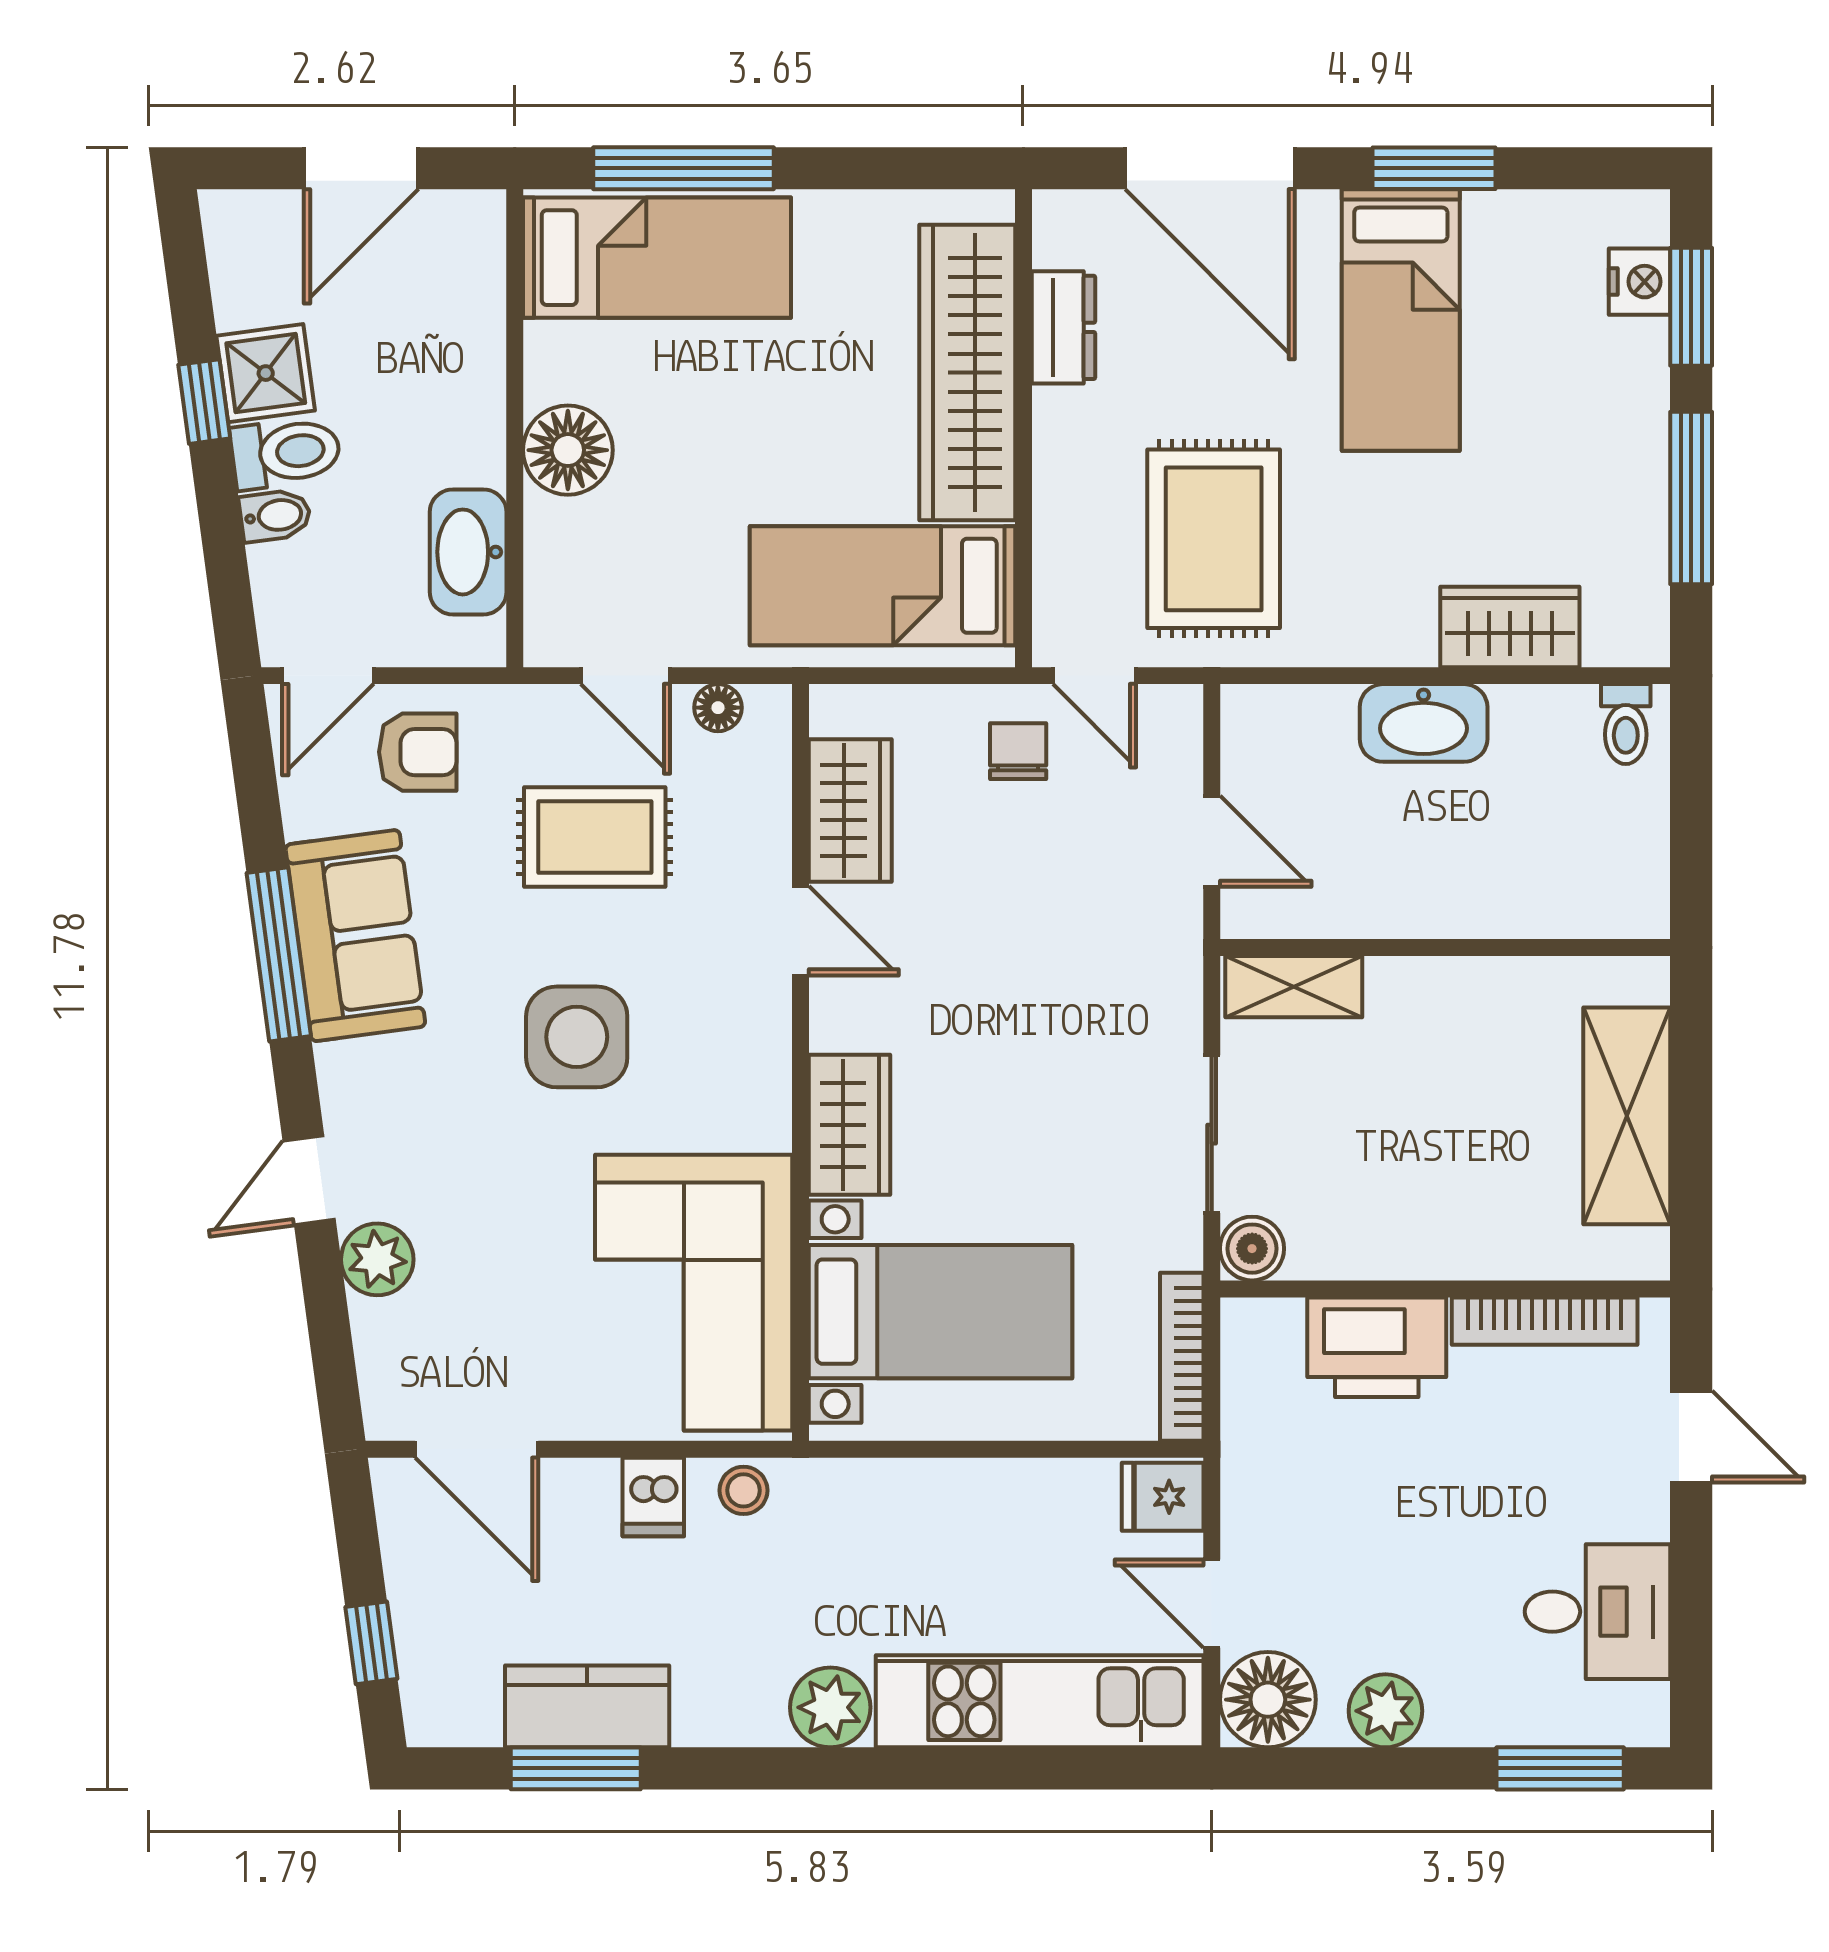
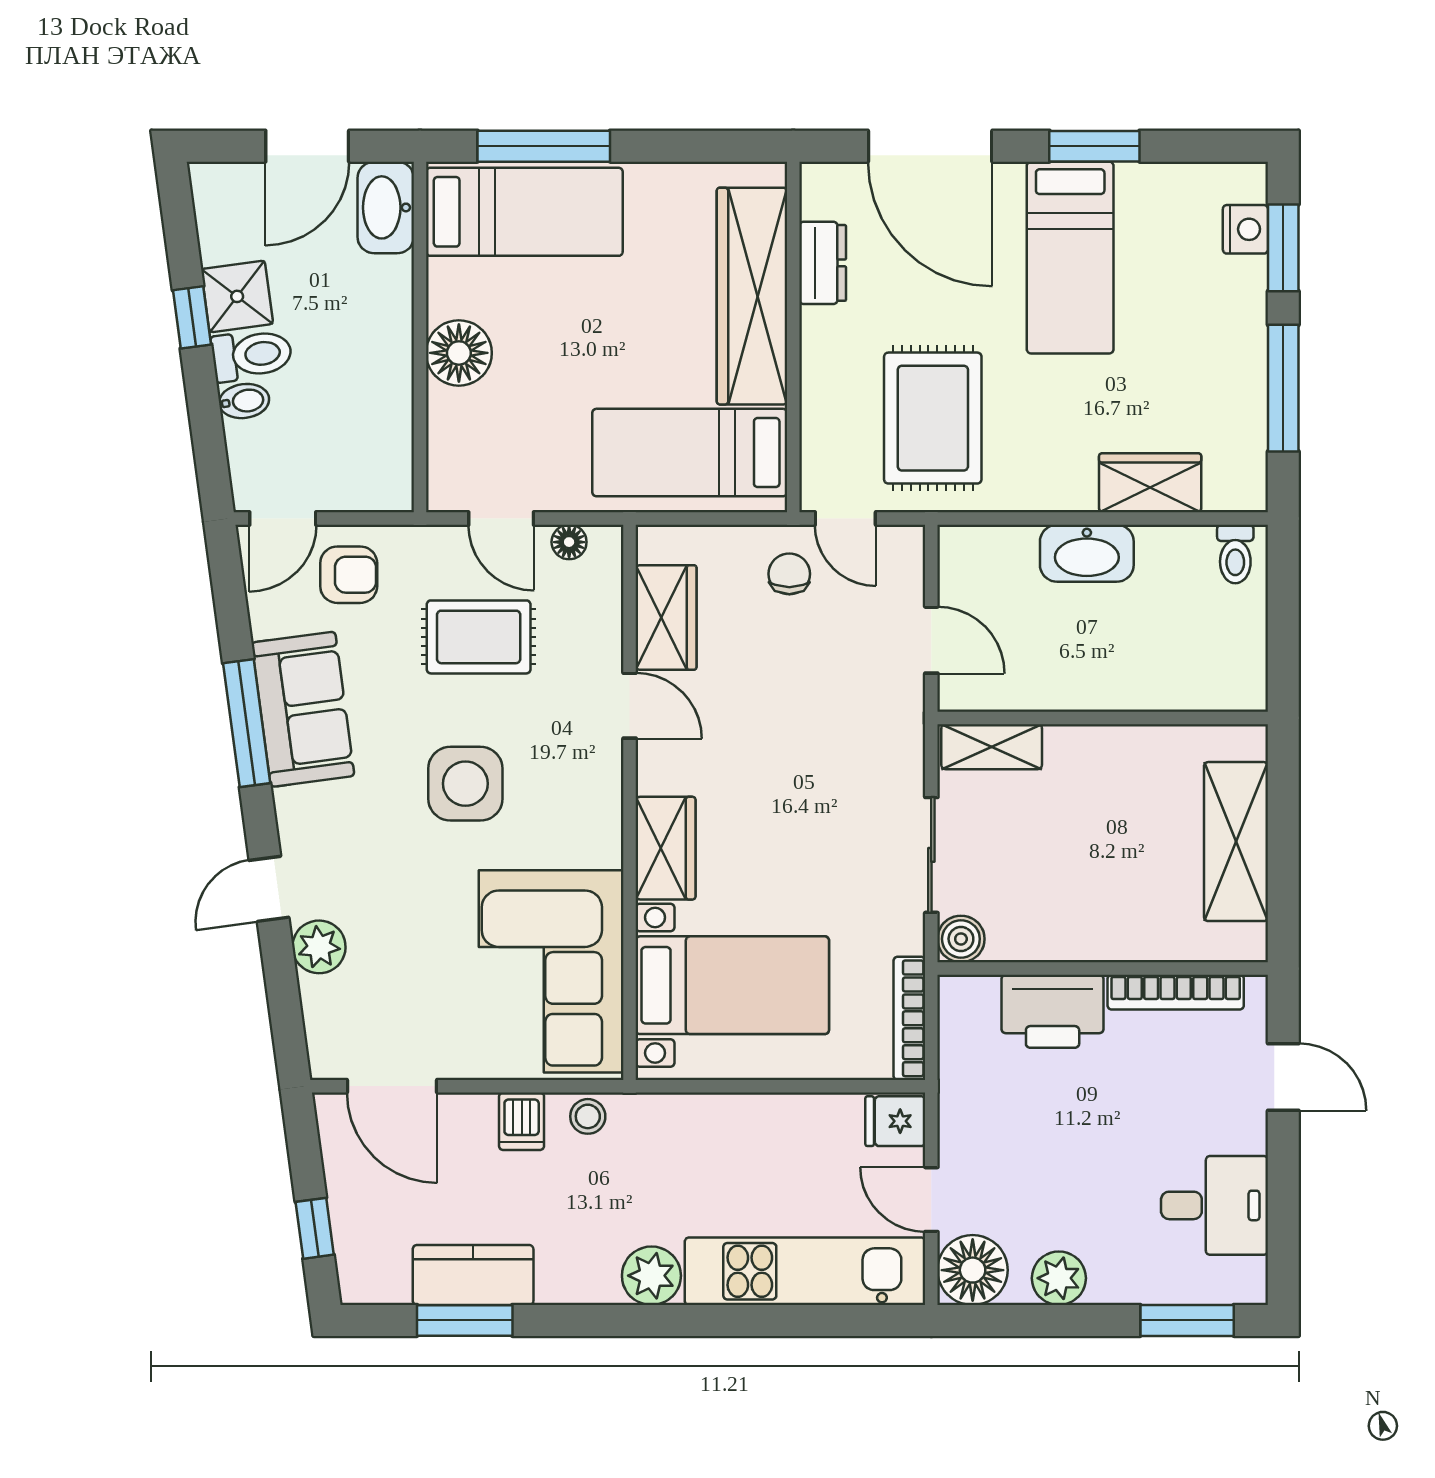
washbasin: (468, 552) -> (386, 207), moved

